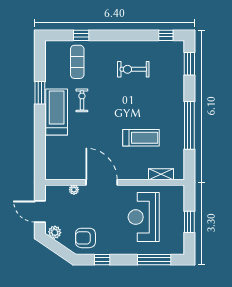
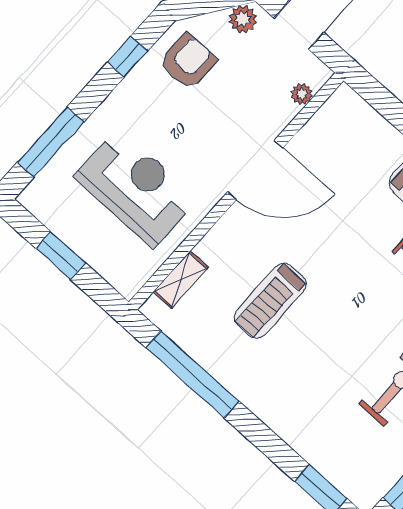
window: (189, 125) -> (193, 374), moved
plant: (74, 190) -> (302, 94), moved

